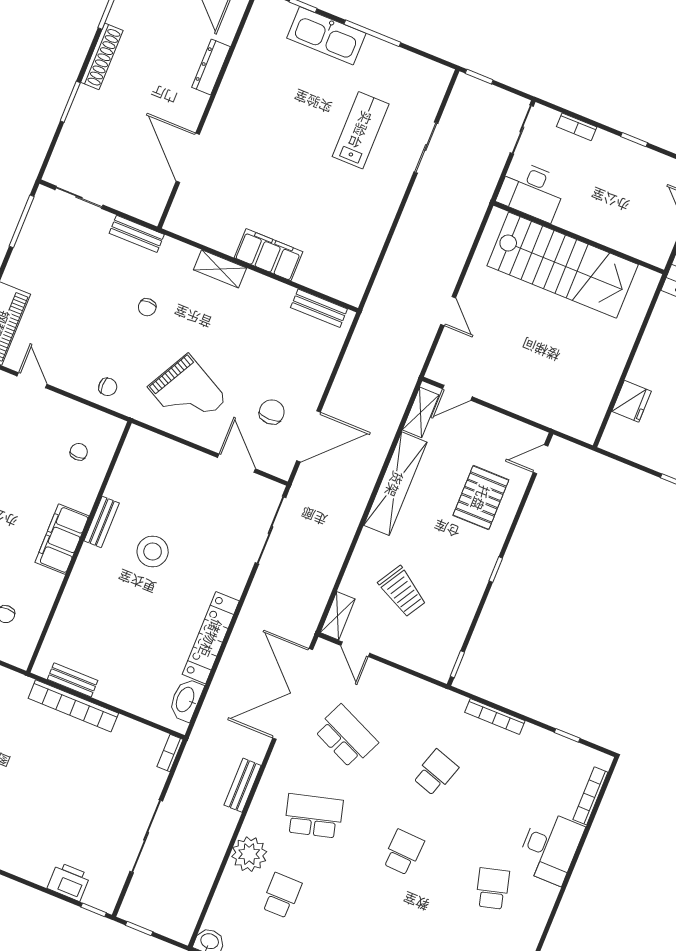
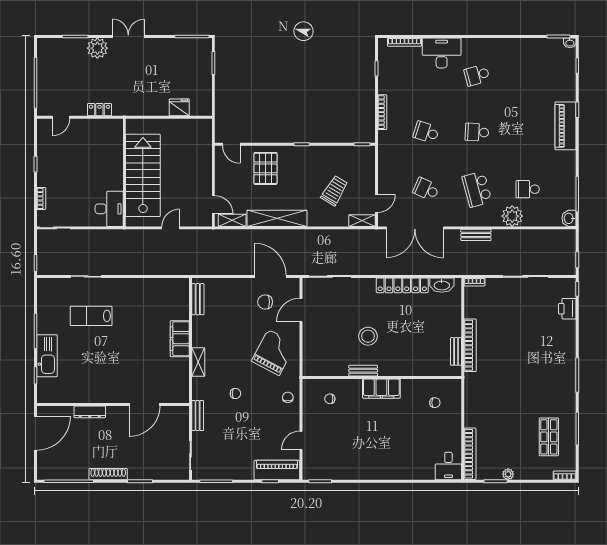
desk: (532, 191) -> (109, 209), moved
wall: (579, 238) -> (124, 173), moved
stairs: (563, 265) -> (143, 175), moved
pallet: (481, 498) -> (265, 168), turned 90
school desk: (346, 736) -> (426, 189), width x0.54

